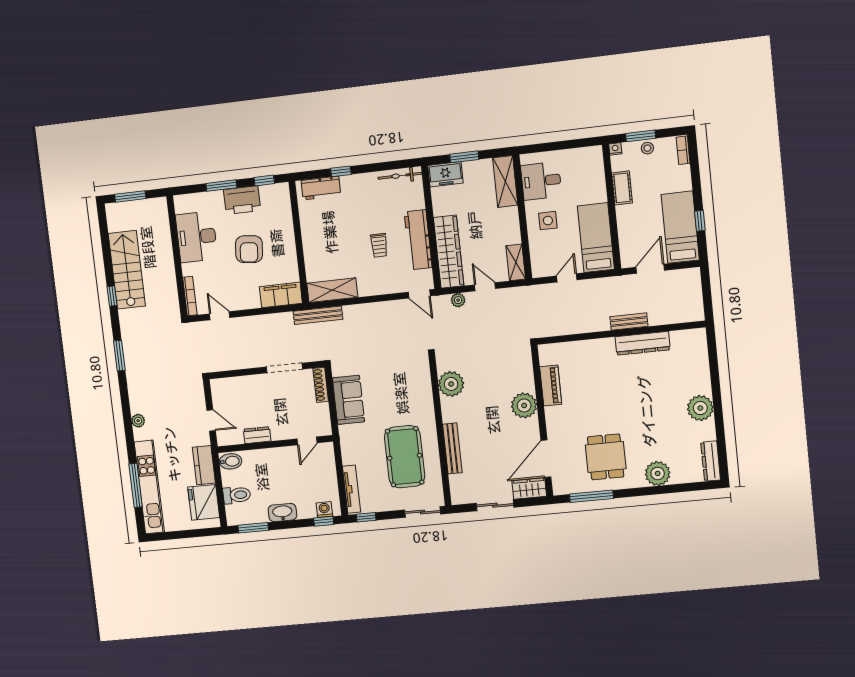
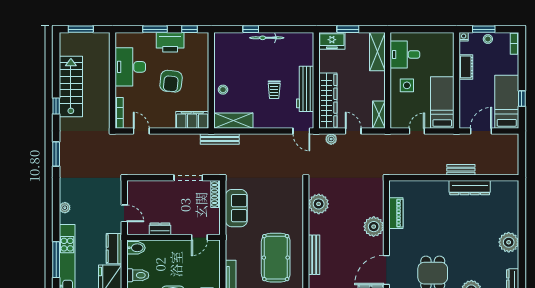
bicycle: (400, 176) -> (267, 38), moved
workbench: (321, 188) -> (234, 40), removed
stool: (315, 252) -> (223, 90), added

